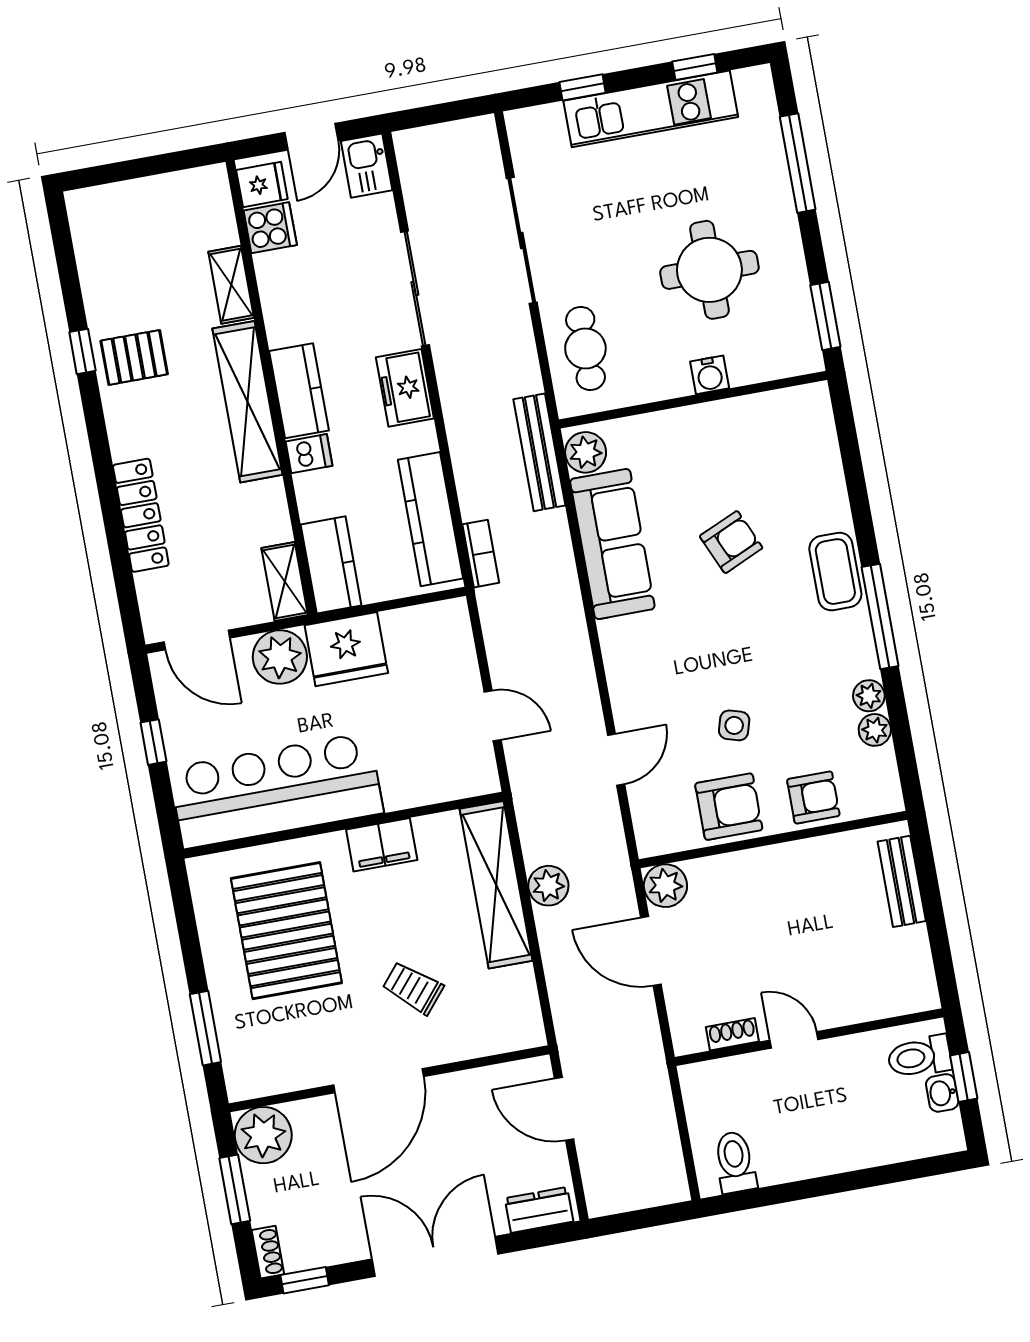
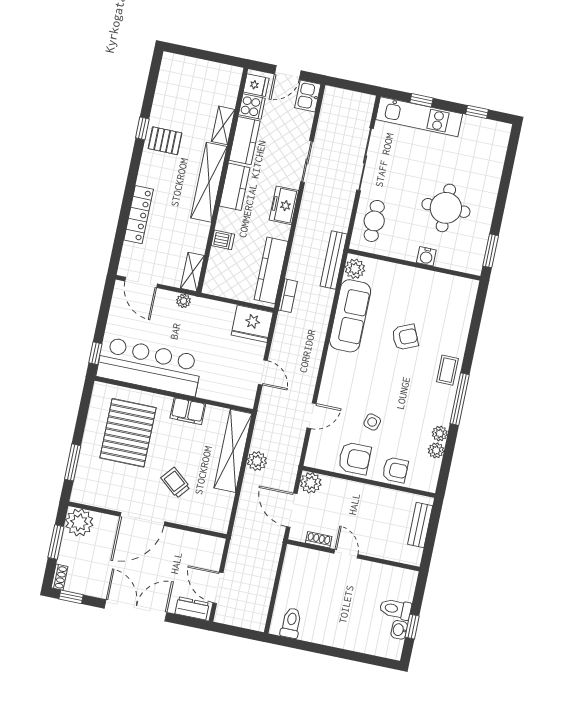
kitchen unit: (651, 109) -> (419, 117), moved
window: (798, 163) -> (506, 175), removed
sliding door: (415, 288) -> (307, 161), width x0.73
dishwasher: (309, 454) -> (223, 240), moved
kitchen counter: (331, 565) -> (244, 141), moved
coffee table: (835, 572) -> (447, 370), width x0.73, depth x0.77
fridge: (346, 649) -> (252, 324), moved
plant: (280, 657) -> (184, 301), width x0.53, depth x0.53
window: (153, 742) -> (95, 353), moved
shoe rack: (732, 1034) -> (319, 540), moved
wall: (809, 1037) -> (353, 555), moved
door: (794, 1040) -> (346, 554), moved
door: (564, 1109) -> (218, 588), moved

